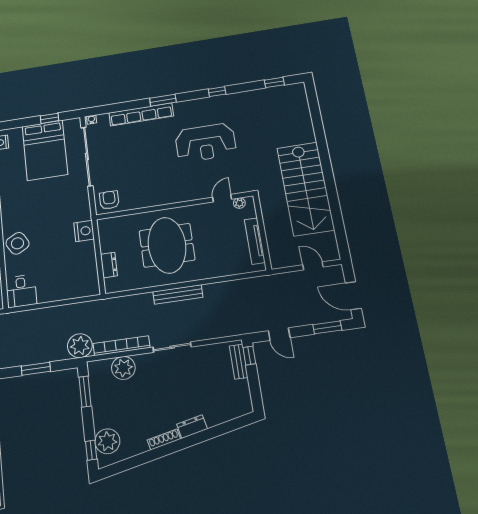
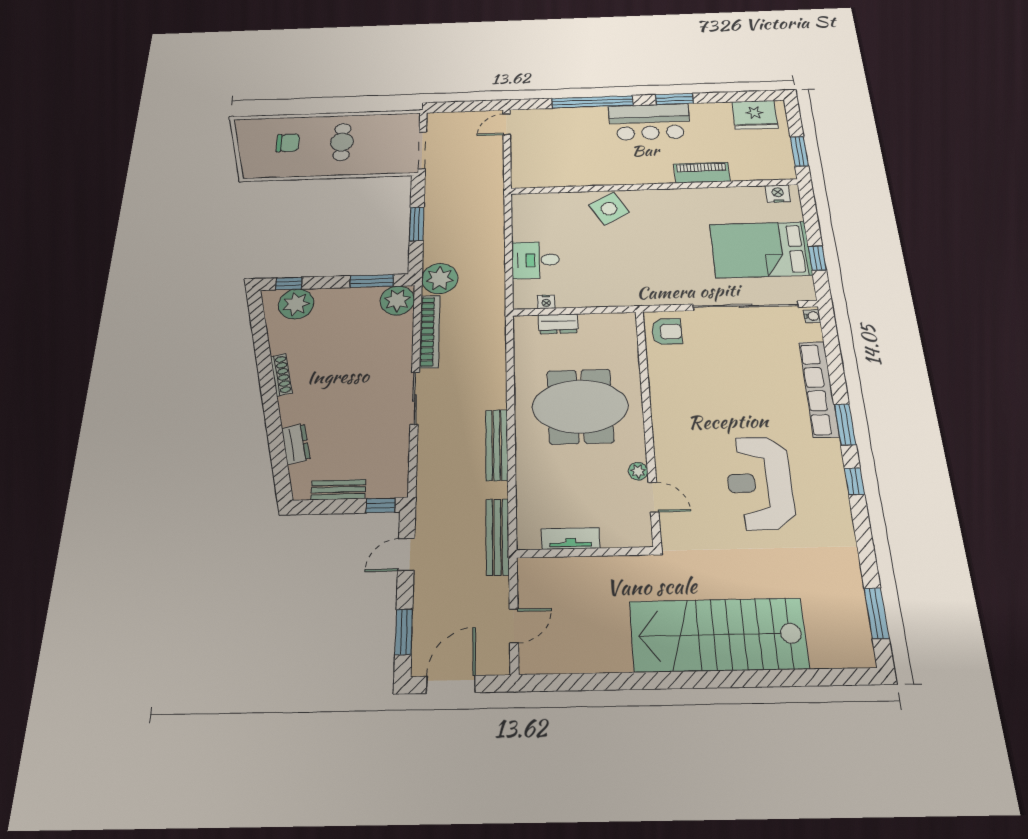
window: (274, 82) -> (876, 613), width x1.50
window: (217, 92) -> (854, 481), moved
stairs: (306, 189) -> (718, 635), moved
plant: (239, 203) -> (638, 471), moved
nightstand: (84, 231) -> (546, 302), moved, width x0.53, depth x0.56
tv unit: (255, 241) -> (571, 539), width x0.71
bench: (260, 282) -> (497, 537), added
desk: (21, 291) -> (536, 260), moved
bench: (178, 294) -> (497, 445), moved
bench: (239, 362) -> (338, 490), moved
plant: (123, 368) -> (397, 300), moved
dresser: (192, 427) -> (296, 444), moved

